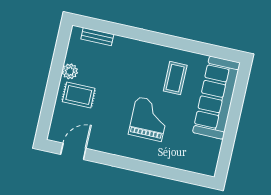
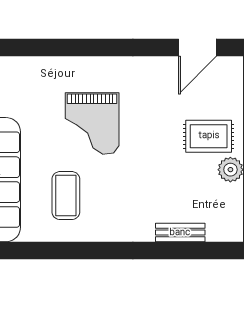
bench: (97, 37) -> (180, 233), moved

